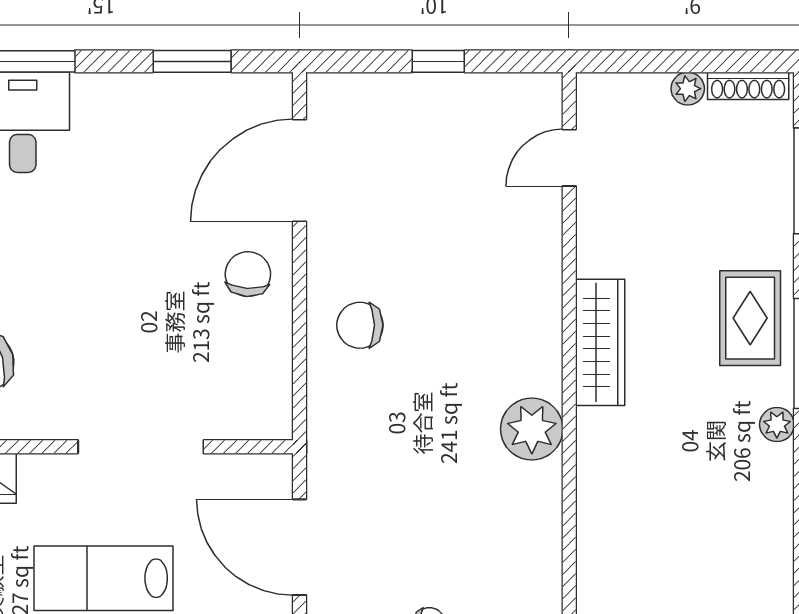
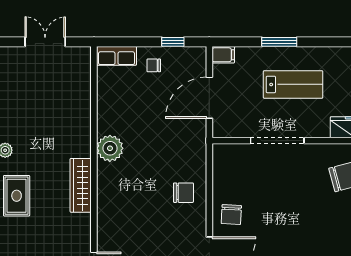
door: (299, 547) -> (209, 98), swing flipped

